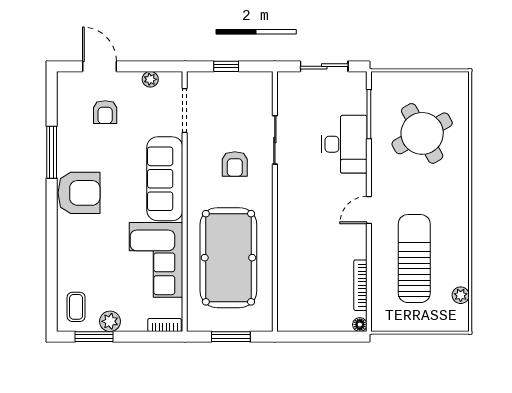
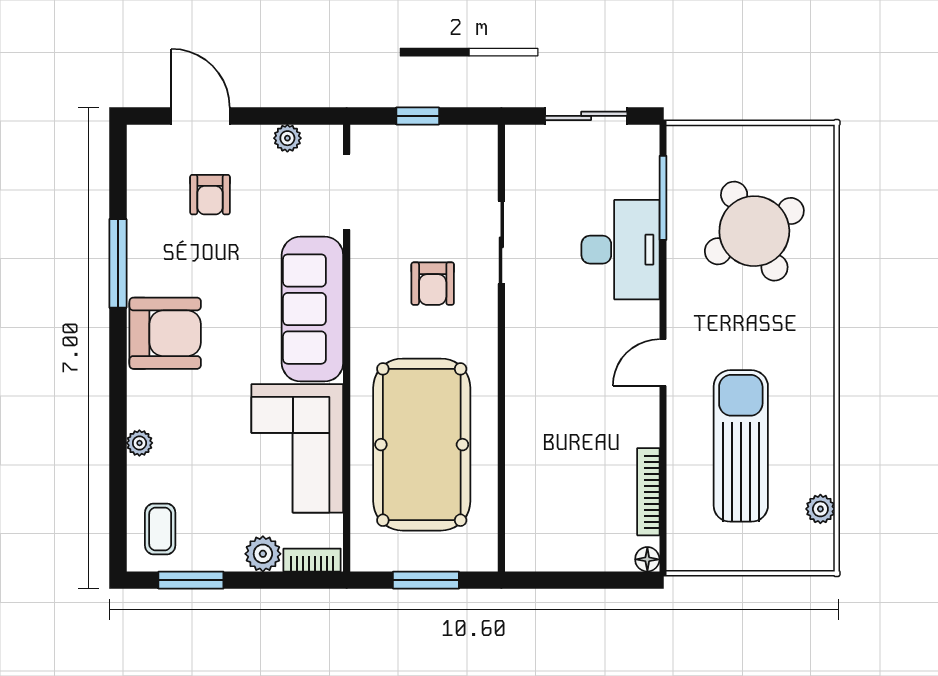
plant: (64, 257) -> (139, 443), added
plant: (110, 321) -> (263, 554), moved

